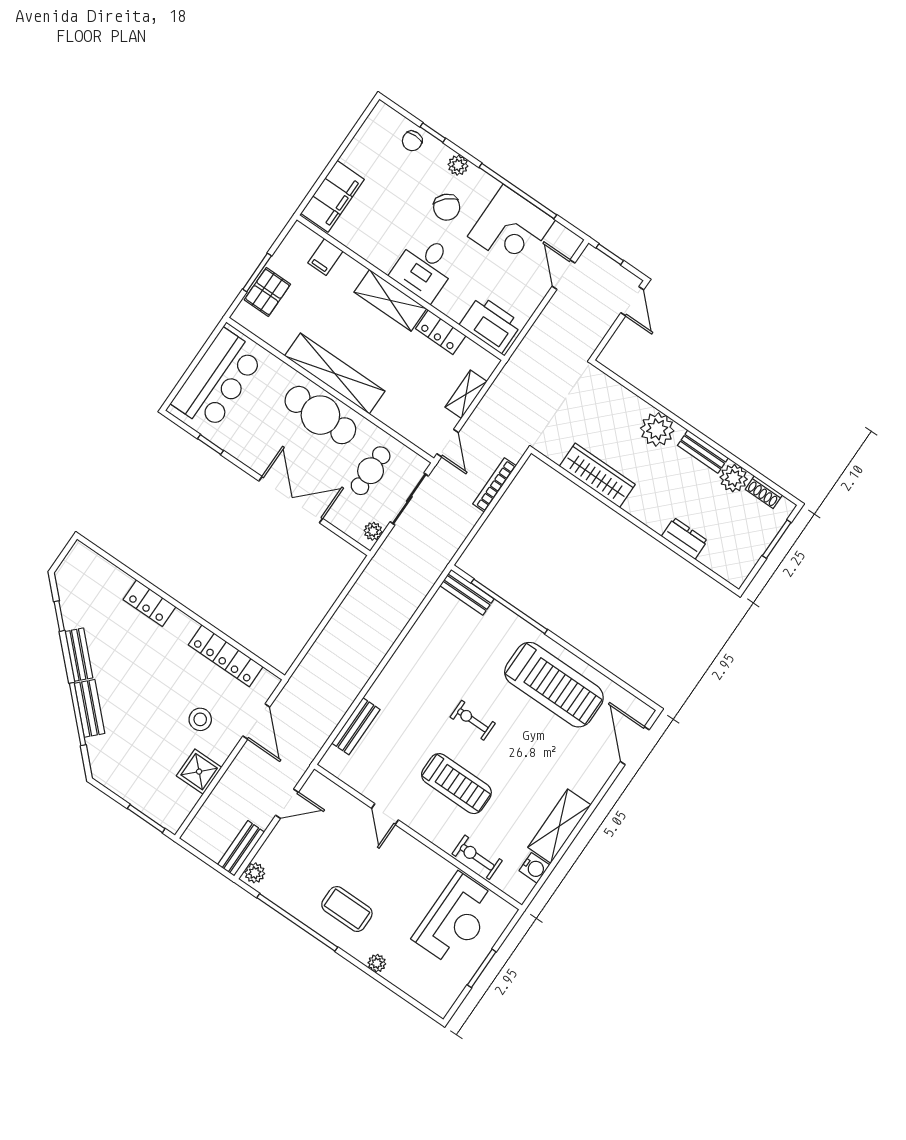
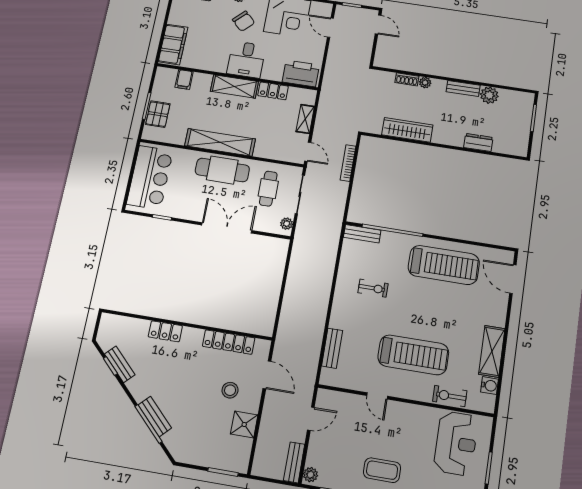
plant: (657, 429) -> (425, 83), width x0.53, depth x0.53
shoe rack: (764, 492) -> (407, 79), moved
bench: (79, 655) -> (120, 364), moved
exercise bike: (473, 720) -> (373, 288), moved, turned 180
treadmill: (456, 784) -> (413, 355), width x1.37, depth x1.38

